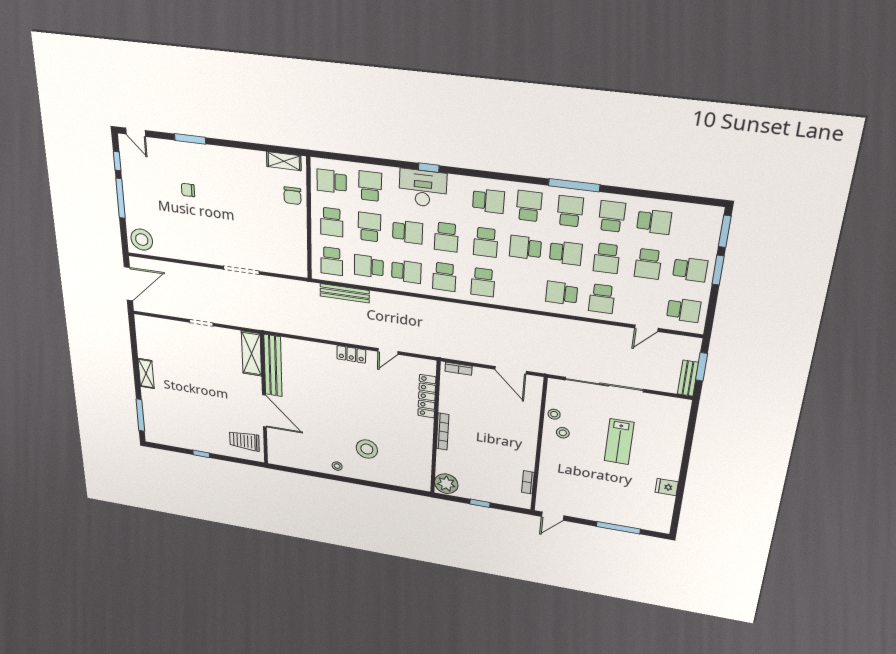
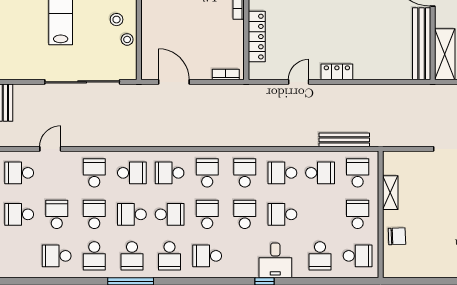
shelving: (284, 161) -> (390, 193), moved, turned 90
desk: (423, 188) -> (275, 260), width x0.73
chair: (292, 196) -> (397, 236), turned 88
school desk: (369, 227) -> (170, 173), moved, turned 90

